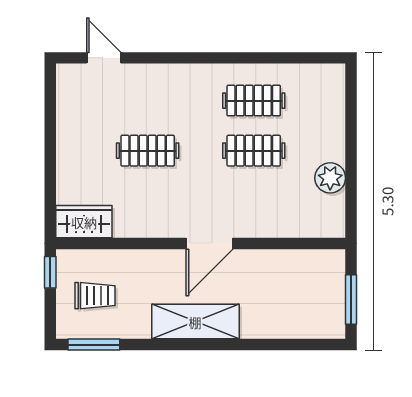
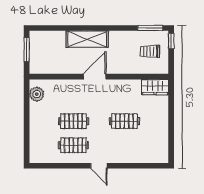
door: (104, 58) -> (99, 166), moved
plant: (330, 178) -> (37, 94), moved
window: (50, 272) -> (171, 41), moved
shelving: (195, 322) -> (87, 39), moved

